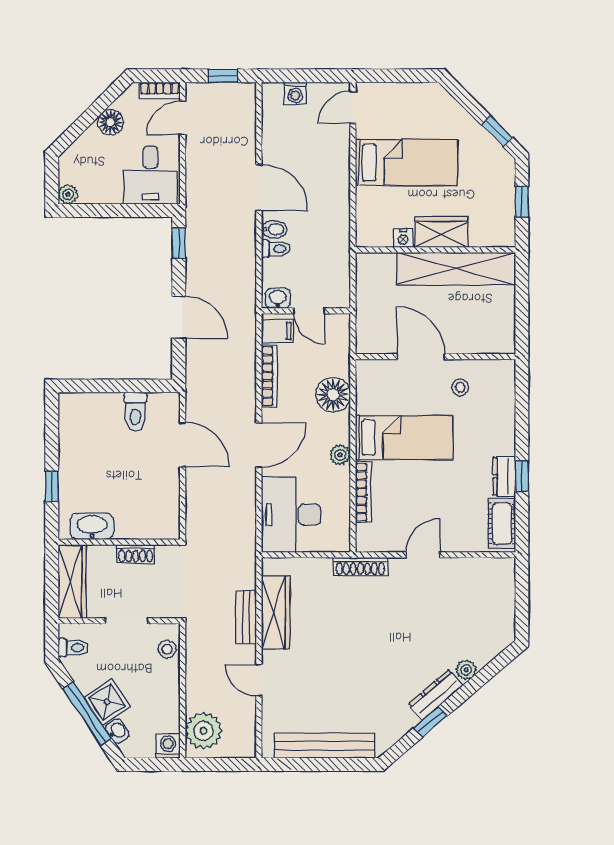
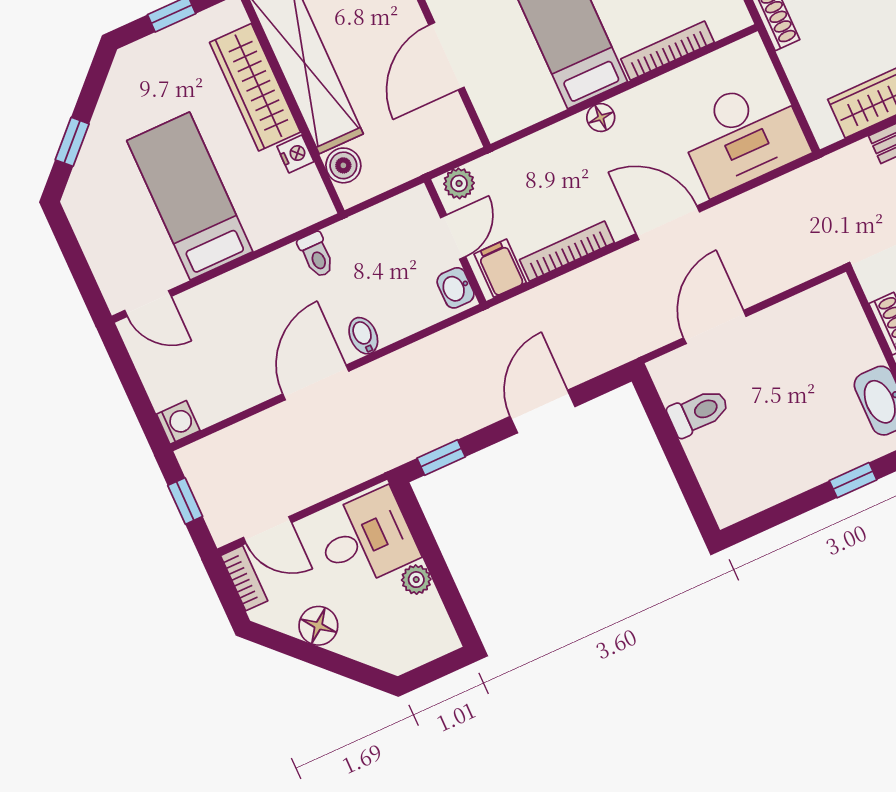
washing machine: (295, 93) -> (178, 422), moved
window: (497, 131) -> (72, 142), moved
plant: (68, 194) -> (416, 580), moved
wardrobe: (441, 232) -> (255, 87), width x1.50
toilet: (276, 249) -> (316, 255), moved, turned 180
boiler: (383, 264) -> (343, 165), added
floor lamp: (333, 395) -> (601, 118), moved, width x0.53, depth x0.53
plant: (340, 455) -> (459, 183), moved

